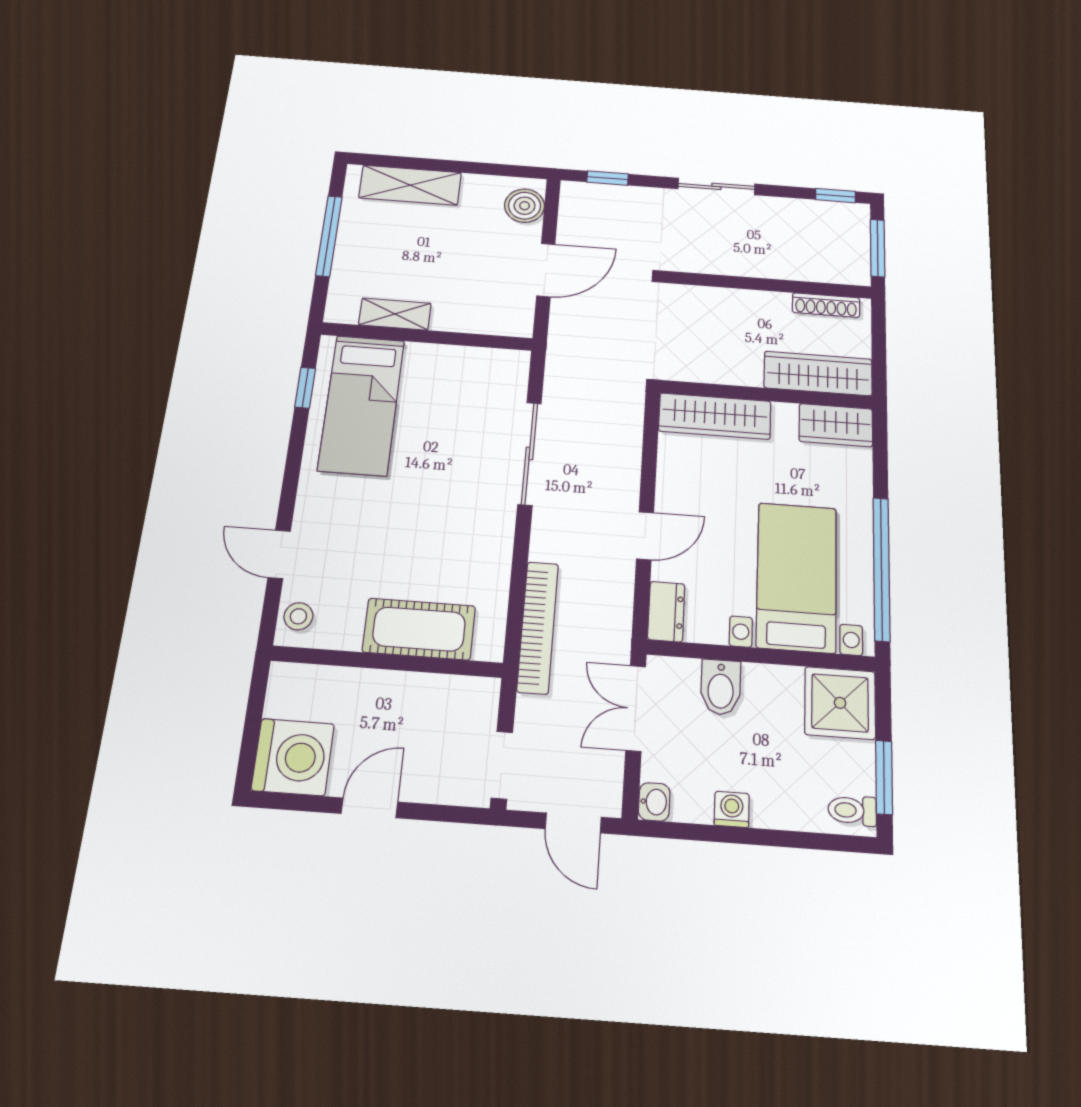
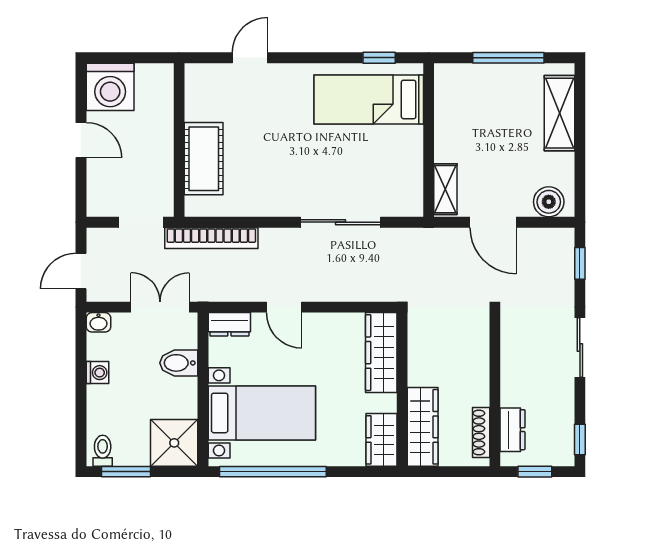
window: (878, 248) -> (535, 472), width x0.67
dresser: (822, 269) -> (513, 430), added
shelving: (395, 314) -> (445, 189), moved
stool: (298, 616) -> (206, 77), removed
doorway: (502, 765) -> (141, 222), moved

